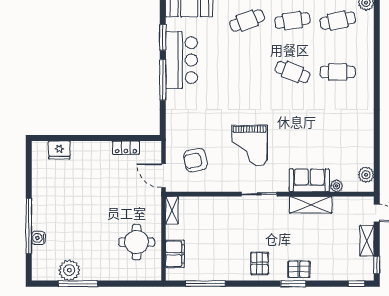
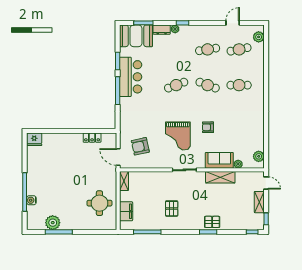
cafe table: (247, 21) -> (176, 85), moved
armchair: (293, 133) -> (208, 127), added
fridge: (59, 150) -> (34, 139), moved
pallet: (260, 263) -> (172, 209), moved

